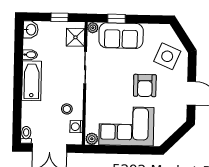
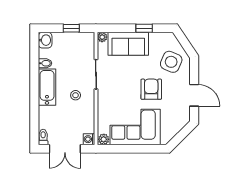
window: (117, 19) -> (144, 28), moved
shower: (75, 37) -> (86, 46), removed
armchair: (145, 85) -> (151, 89), turned 180
stool: (67, 109) -> (76, 95), moved
washing machine: (76, 127) -> (89, 139), moved

